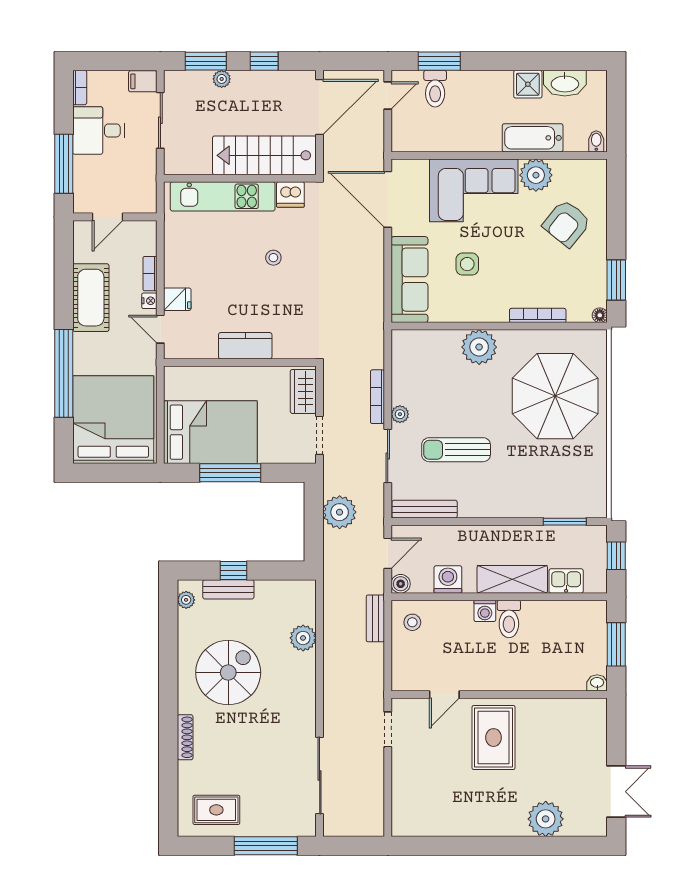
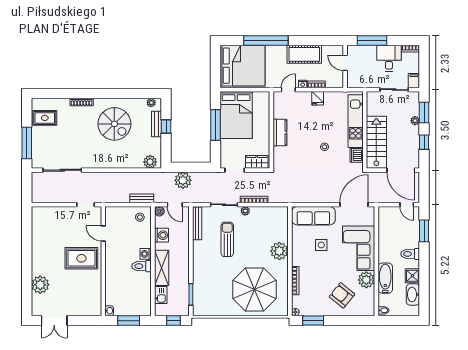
toilet: (435, 89) -> (410, 254), moved
fridge: (177, 299) -> (318, 98), moved
plant: (340, 512) -> (183, 180), moved
plant: (303, 638) -> (150, 162), moved
rug: (216, 810) -> (45, 118), turned 90

